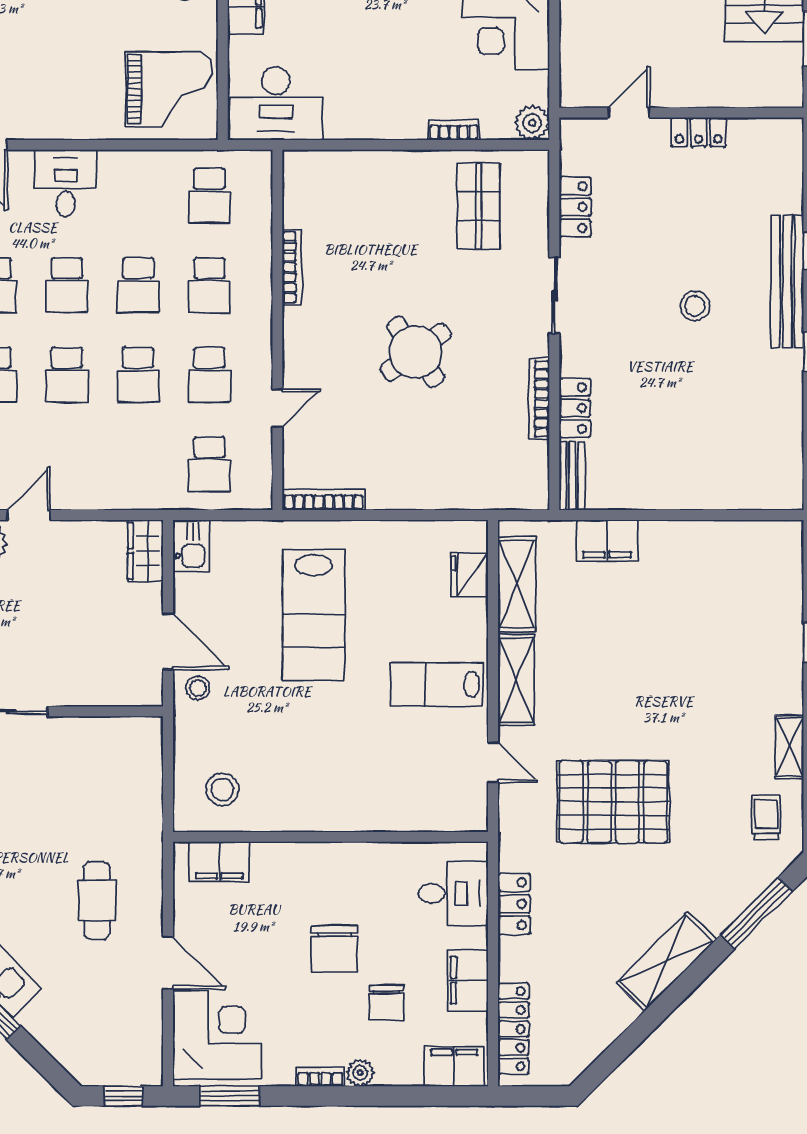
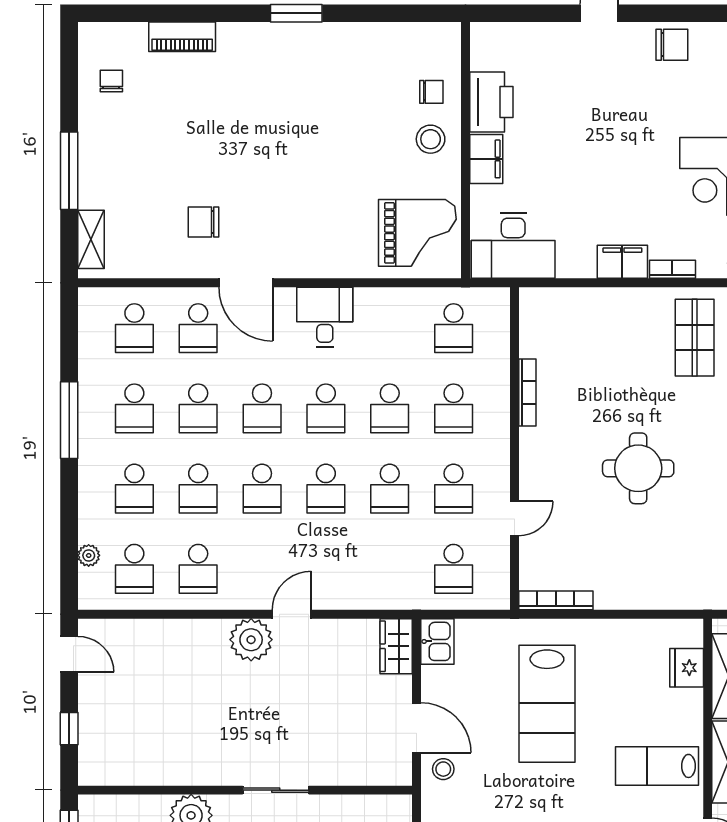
filing cabinet: (398, 121) -> (622, 262), added
round table: (416, 352) -> (638, 468), turned 36

